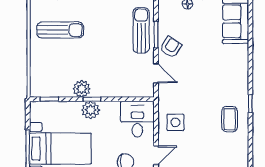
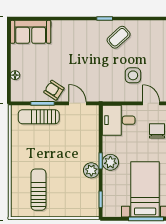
door: (156, 73) -> (77, 103), hinge flipped
coffee table: (230, 119) -> (119, 37), turned -42
side table: (175, 122) -> (133, 75), moved

